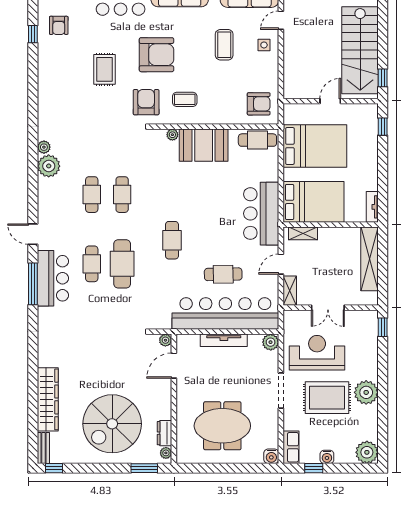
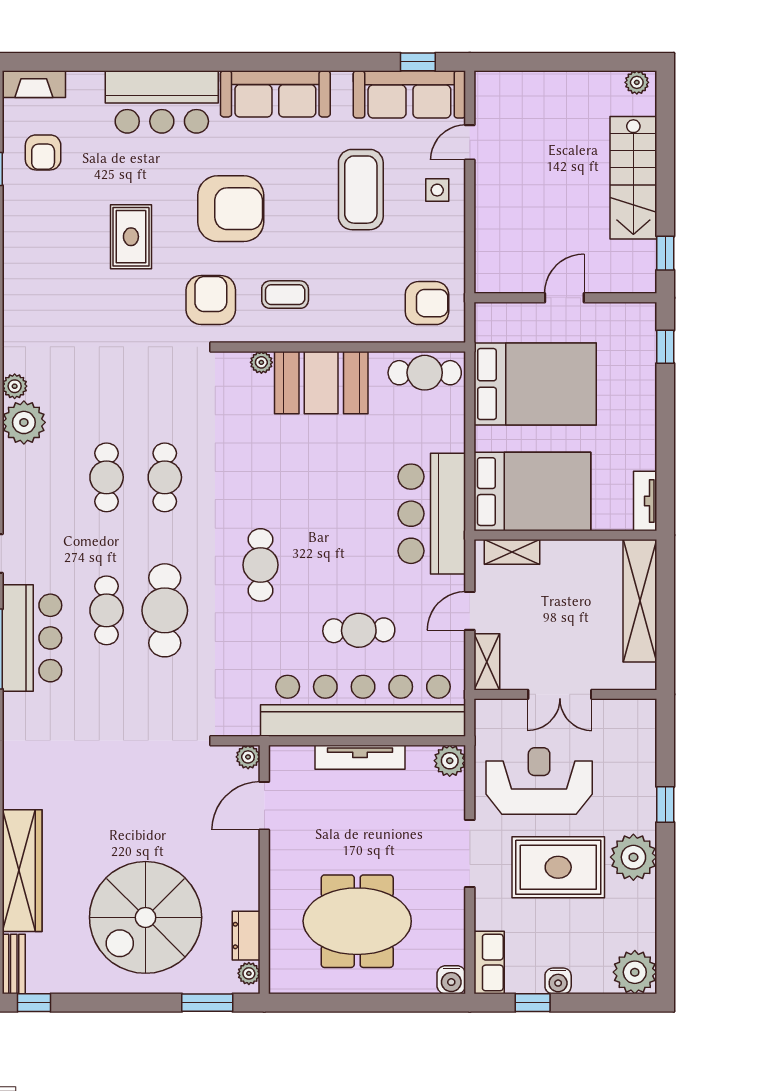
coffee table: (224, 45) -> (361, 190), width x1.36, depth x1.32
stairs: (360, 50) -> (633, 178), width x0.73, depth x0.66
window: (383, 327) -> (665, 805), moved

